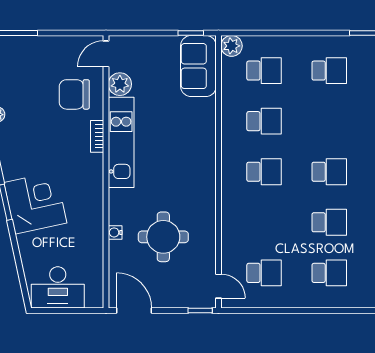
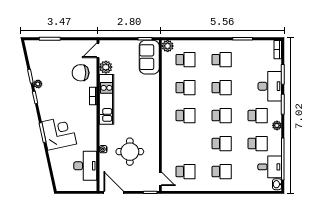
school desk: (329, 121) -> (222, 88), added
desk: (58, 287) -> (85, 166), moved, turned -90

